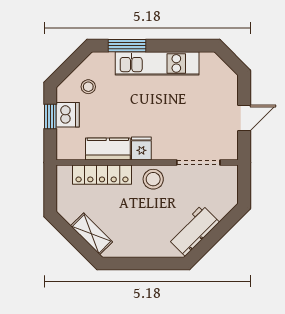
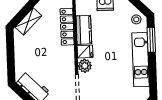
stool: (88, 87) -> (136, 19), moved
plant: (163, 150) -> (85, 66), added
stool: (153, 179) -> (65, 60), removed

